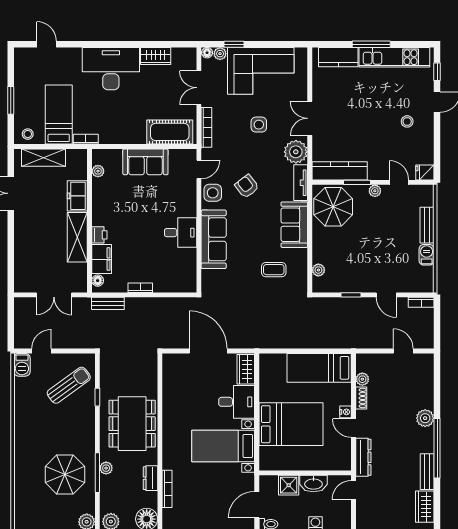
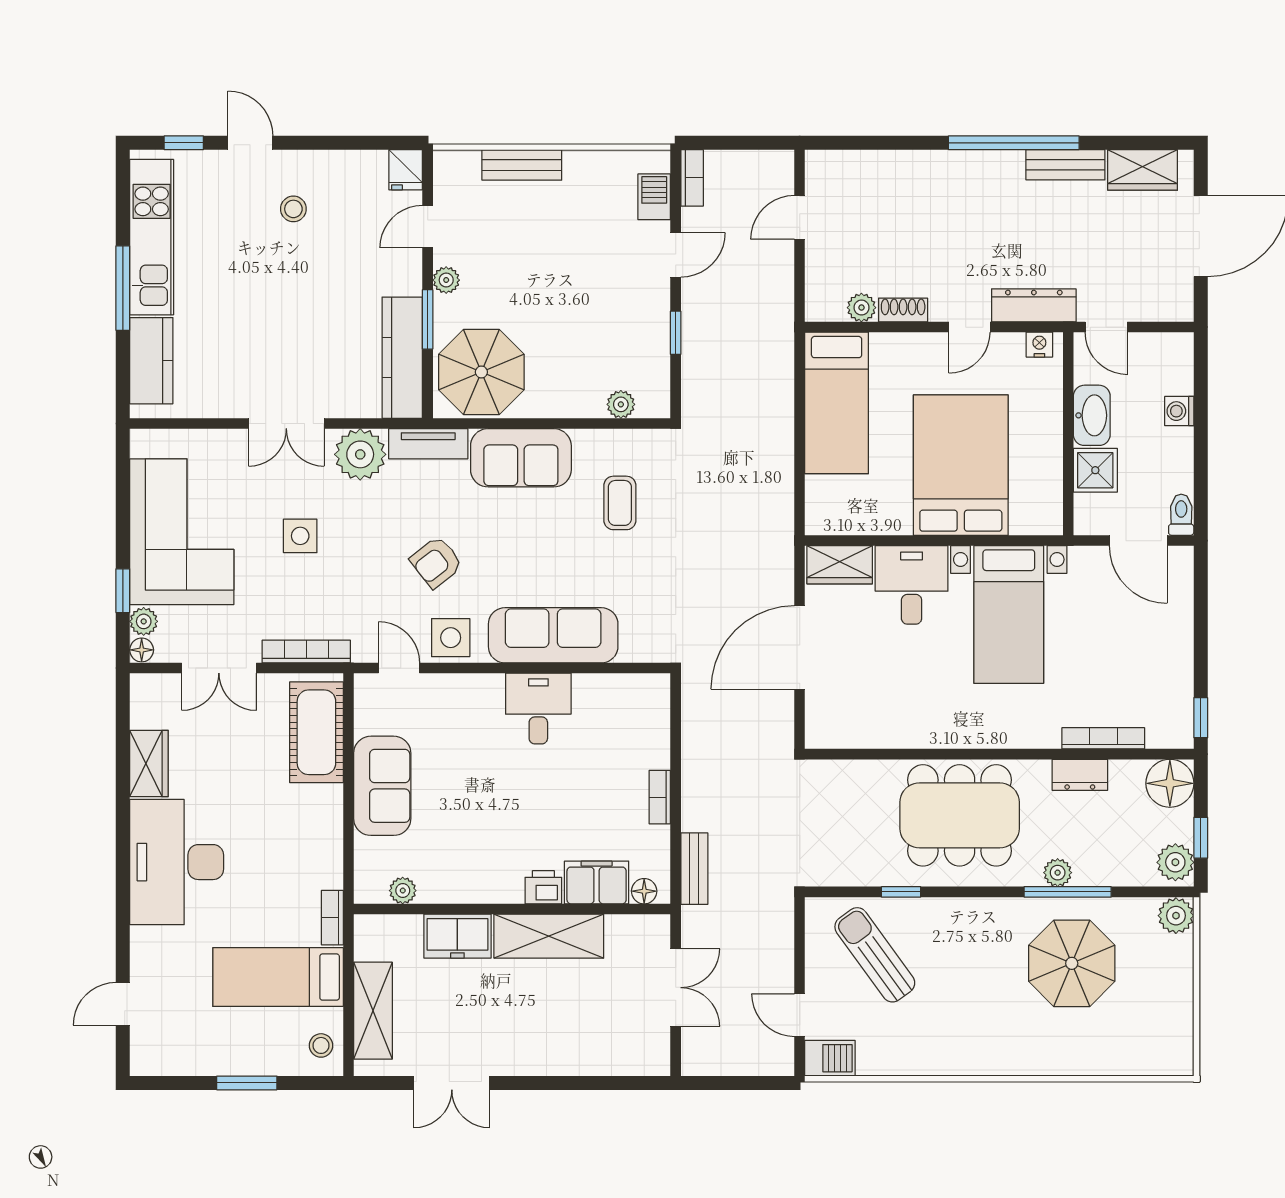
barbecue: (427, 255) -> (654, 197), moved, turned 90
nightstand: (346, 412) -> (1039, 345), moved
plant: (425, 418) -> (947, 169), removed

